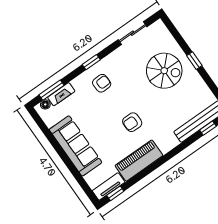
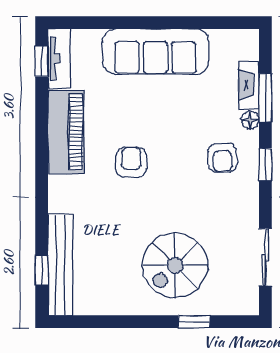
window: (194, 61) -> (194, 322), moved
window: (52, 90) -> (265, 98), moved
floor lamp: (45, 104) -> (250, 120), moved

